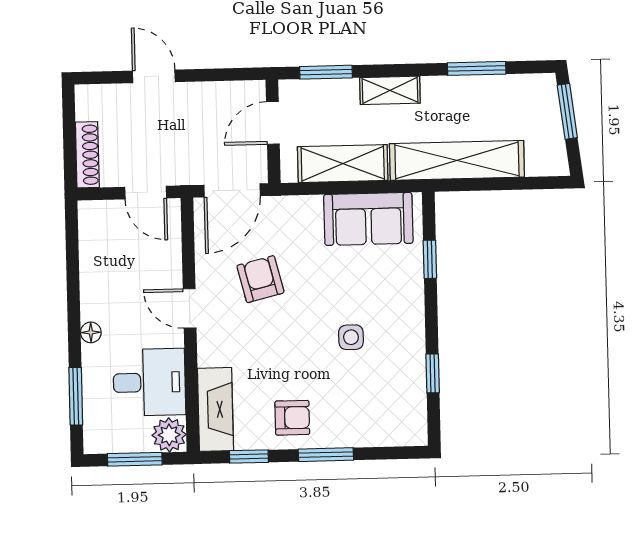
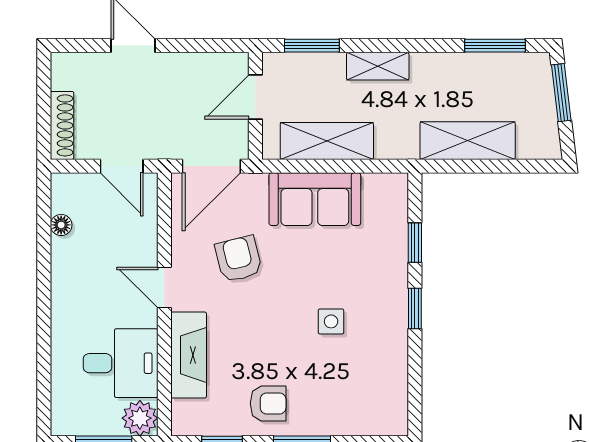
window: (477, 68) -> (495, 46), moved
shelving: (457, 160) -> (468, 141), width x0.68
sofa: (368, 219) -> (315, 199), moved
floor lamp: (91, 332) -> (61, 225), moved
window: (433, 373) -> (415, 308), moved
window: (76, 396) -> (44, 376), removed
fireplace: (215, 409) -> (189, 355), moved

